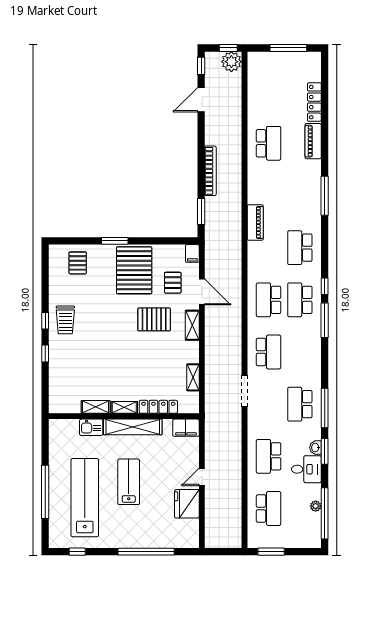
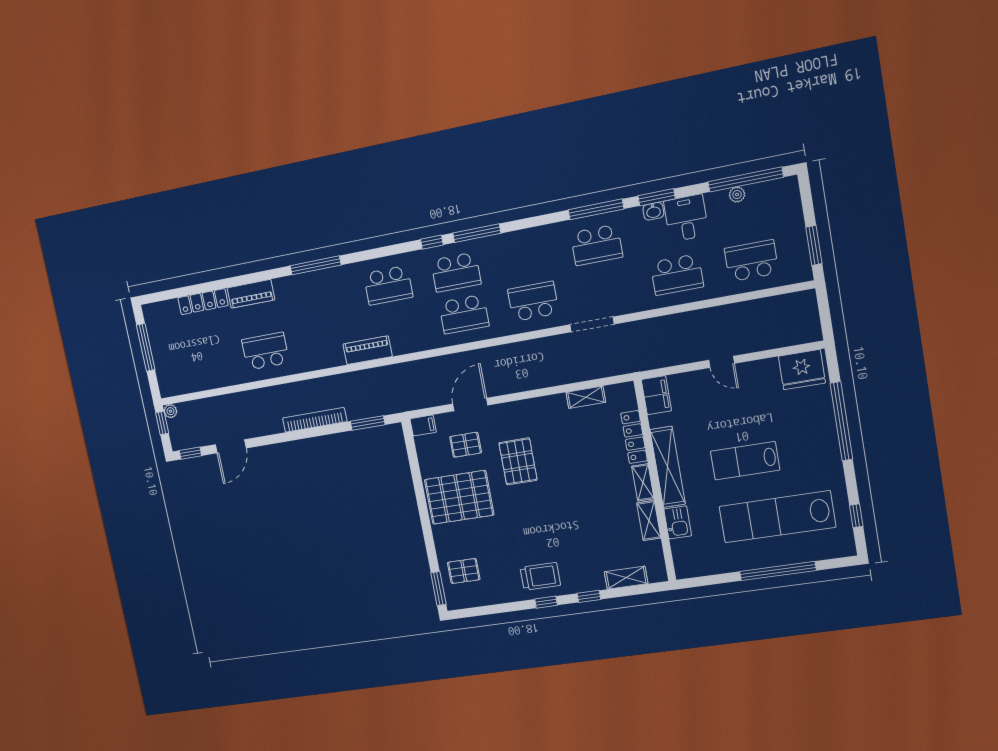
plant: (231, 62) -> (170, 411), width x0.53, depth x0.53
door: (201, 100) -> (231, 446), hinge flipped
window: (115, 241) -> (438, 588), moved
shelving: (192, 325) -> (626, 578), moved
fridge: (187, 504) -> (802, 370), moved

